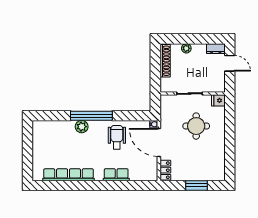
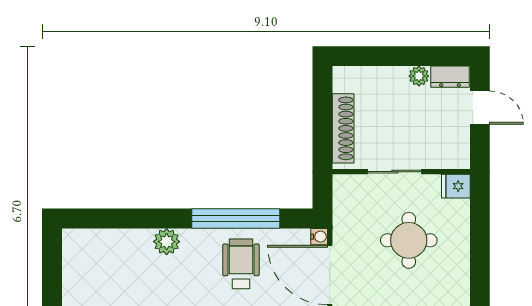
plant: (186, 48) -> (419, 76), moved
shoe rack: (165, 61) -> (343, 128), moved
window: (91, 116) -> (236, 218), moved

